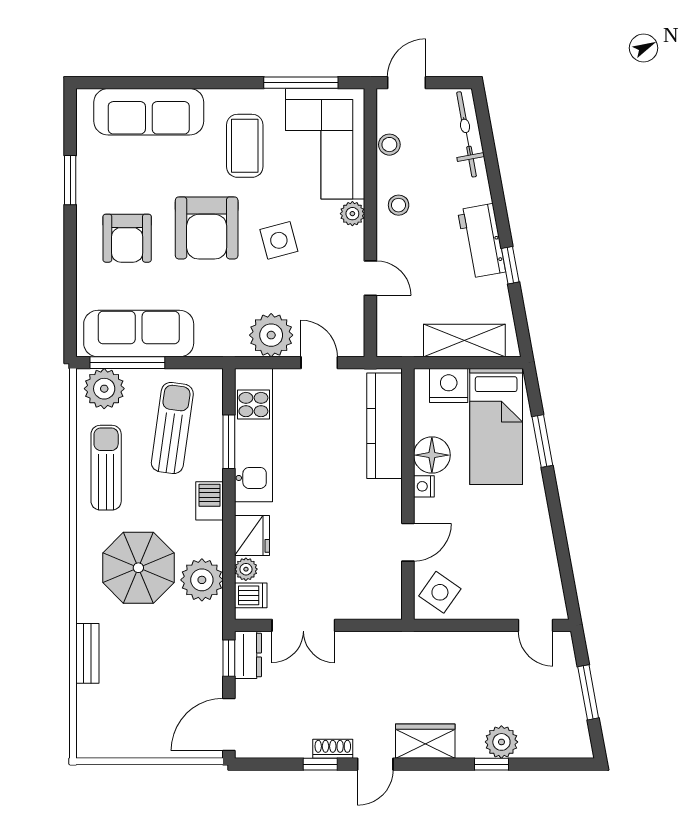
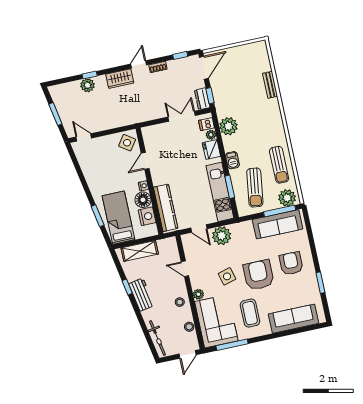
nightstand: (449, 386) -> (147, 216), moved, turned -90
parasol: (138, 568) -> (256, 126), removed
window: (320, 764) -> (180, 55), moved

